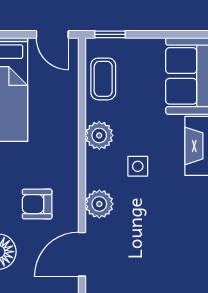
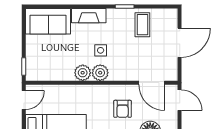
coffee table: (103, 79) -> (142, 25), moved, turned 90
plant: (99, 204) -> (100, 73), moved

